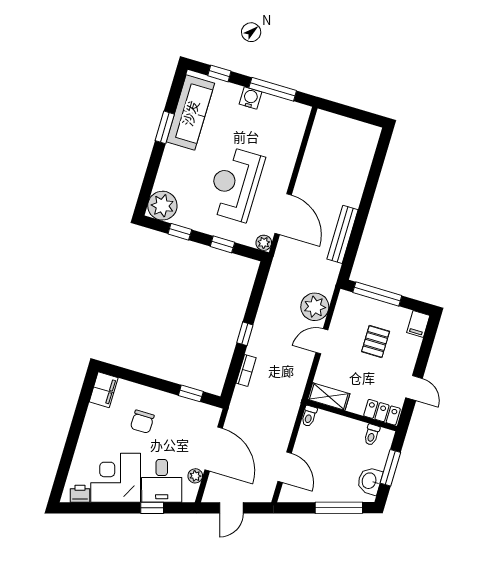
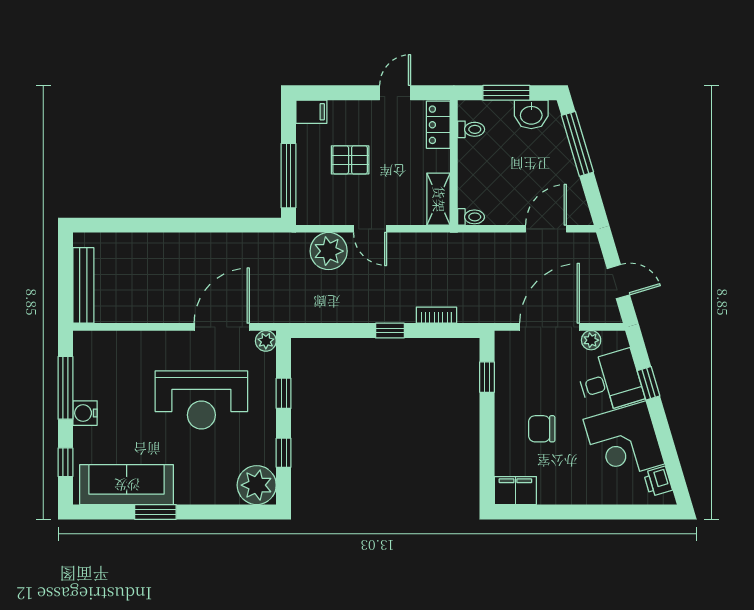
bench: (342, 234) -> (83, 285), moved, turned 90
chair: (142, 422) -> (542, 429), turned 180

